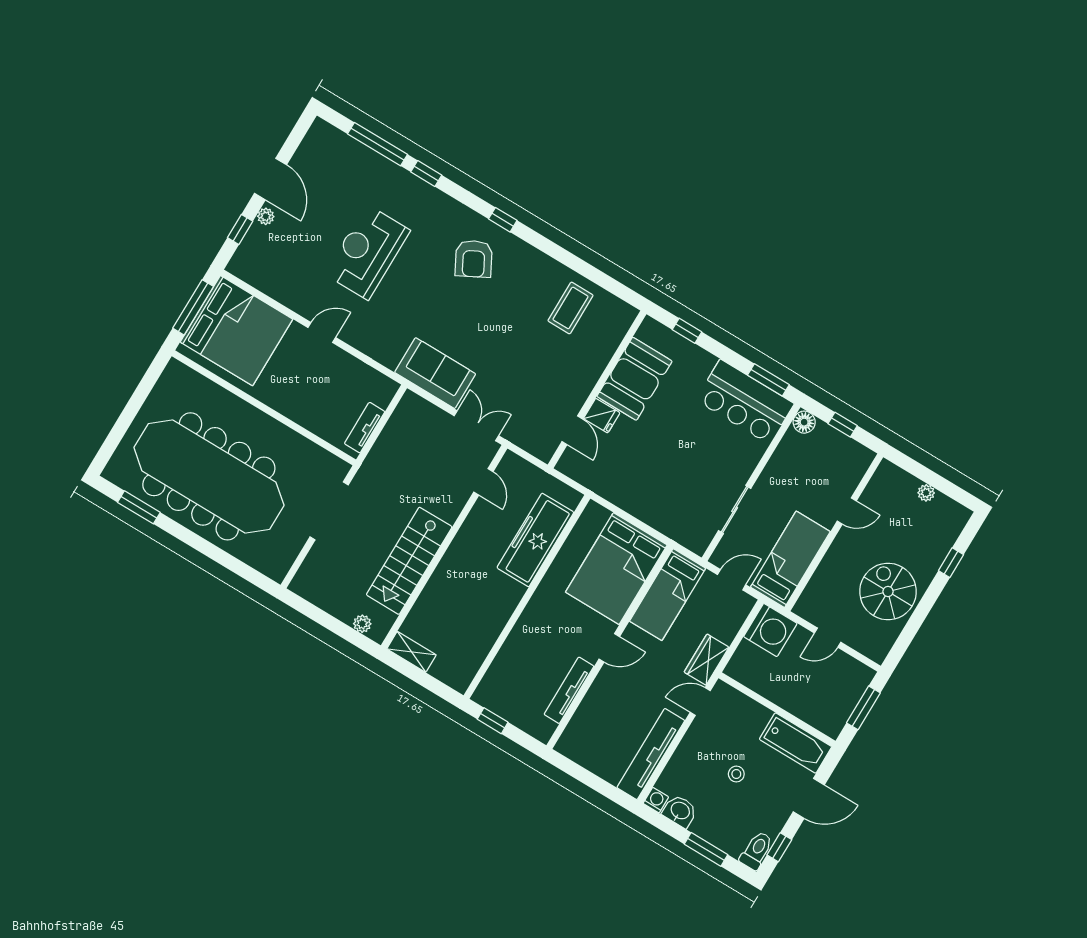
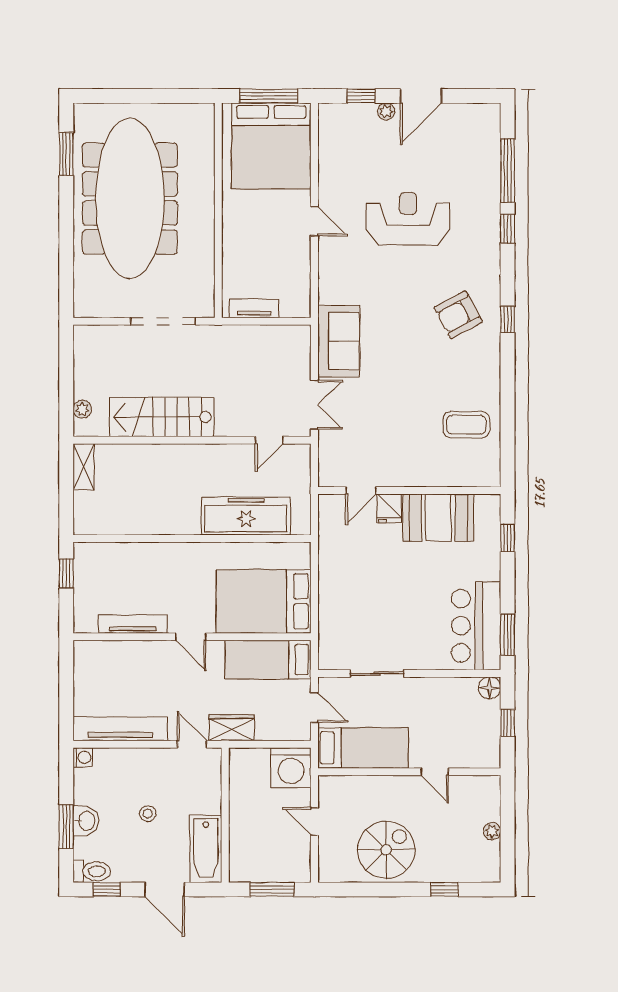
washbasin: (680, 811) -> (86, 821), moved

